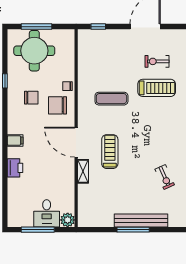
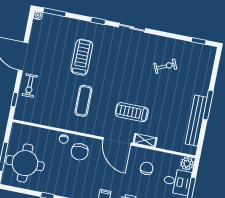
exercise bike: (157, 61) -> (30, 86), moved
chair: (31, 98) -> (147, 168), moved
door: (76, 142) -> (117, 141), hinge flipped
bench: (141, 220) -> (196, 121), moved

